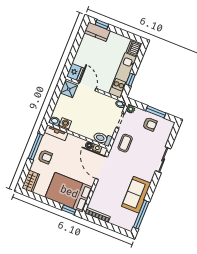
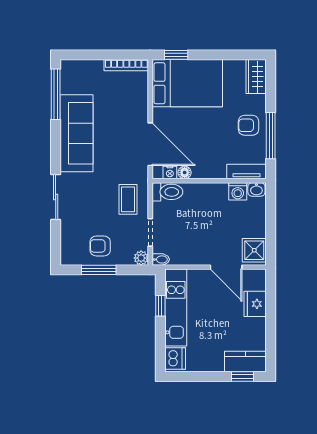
fridge: (75, 72) -> (255, 304), moved
sofa: (136, 195) -> (77, 133), width x1.36

